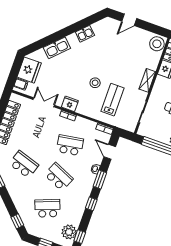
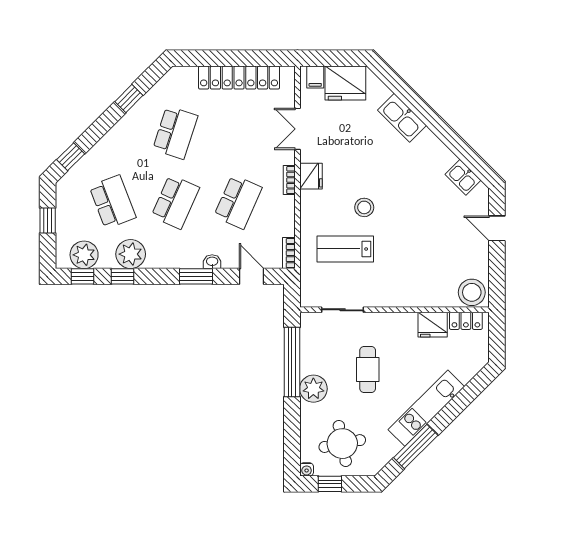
kitchen sink: (85, 34) -> (463, 177), moved
shelving: (147, 80) -> (401, 298), removed
lab bench: (113, 100) -> (345, 249), turned 180
double door: (44, 102) -> (297, 129), swing flipped
school desk: (70, 145) -> (238, 202), turned 33
door: (110, 152) -> (252, 276), hinge flipped
window: (91, 204) -> (122, 276), moved
plant: (77, 208) -> (131, 254), added

